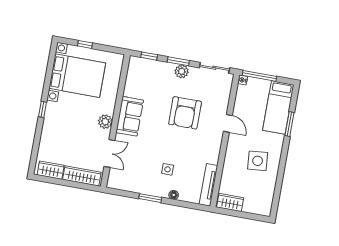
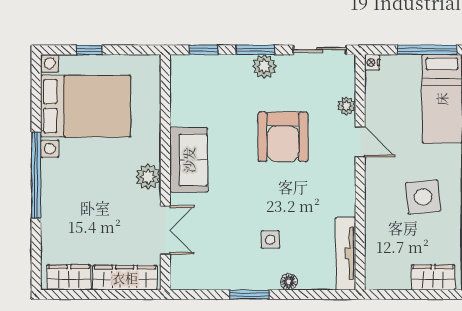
window: (259, 76) -> (427, 50), moved
plant: (224, 102) -> (346, 106), added
window: (43, 109) -> (36, 175), width x3.17
wardrobe: (230, 202) -> (433, 277), moved

